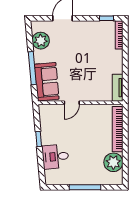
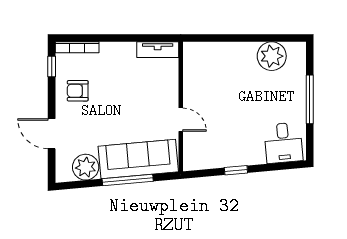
armchair: (91, 35) -> (78, 91), added
sofa: (47, 82) -> (138, 159), width x1.36
bookcase: (118, 129) -> (221, 50), removed
desk: (55, 157) -> (283, 143), moved

